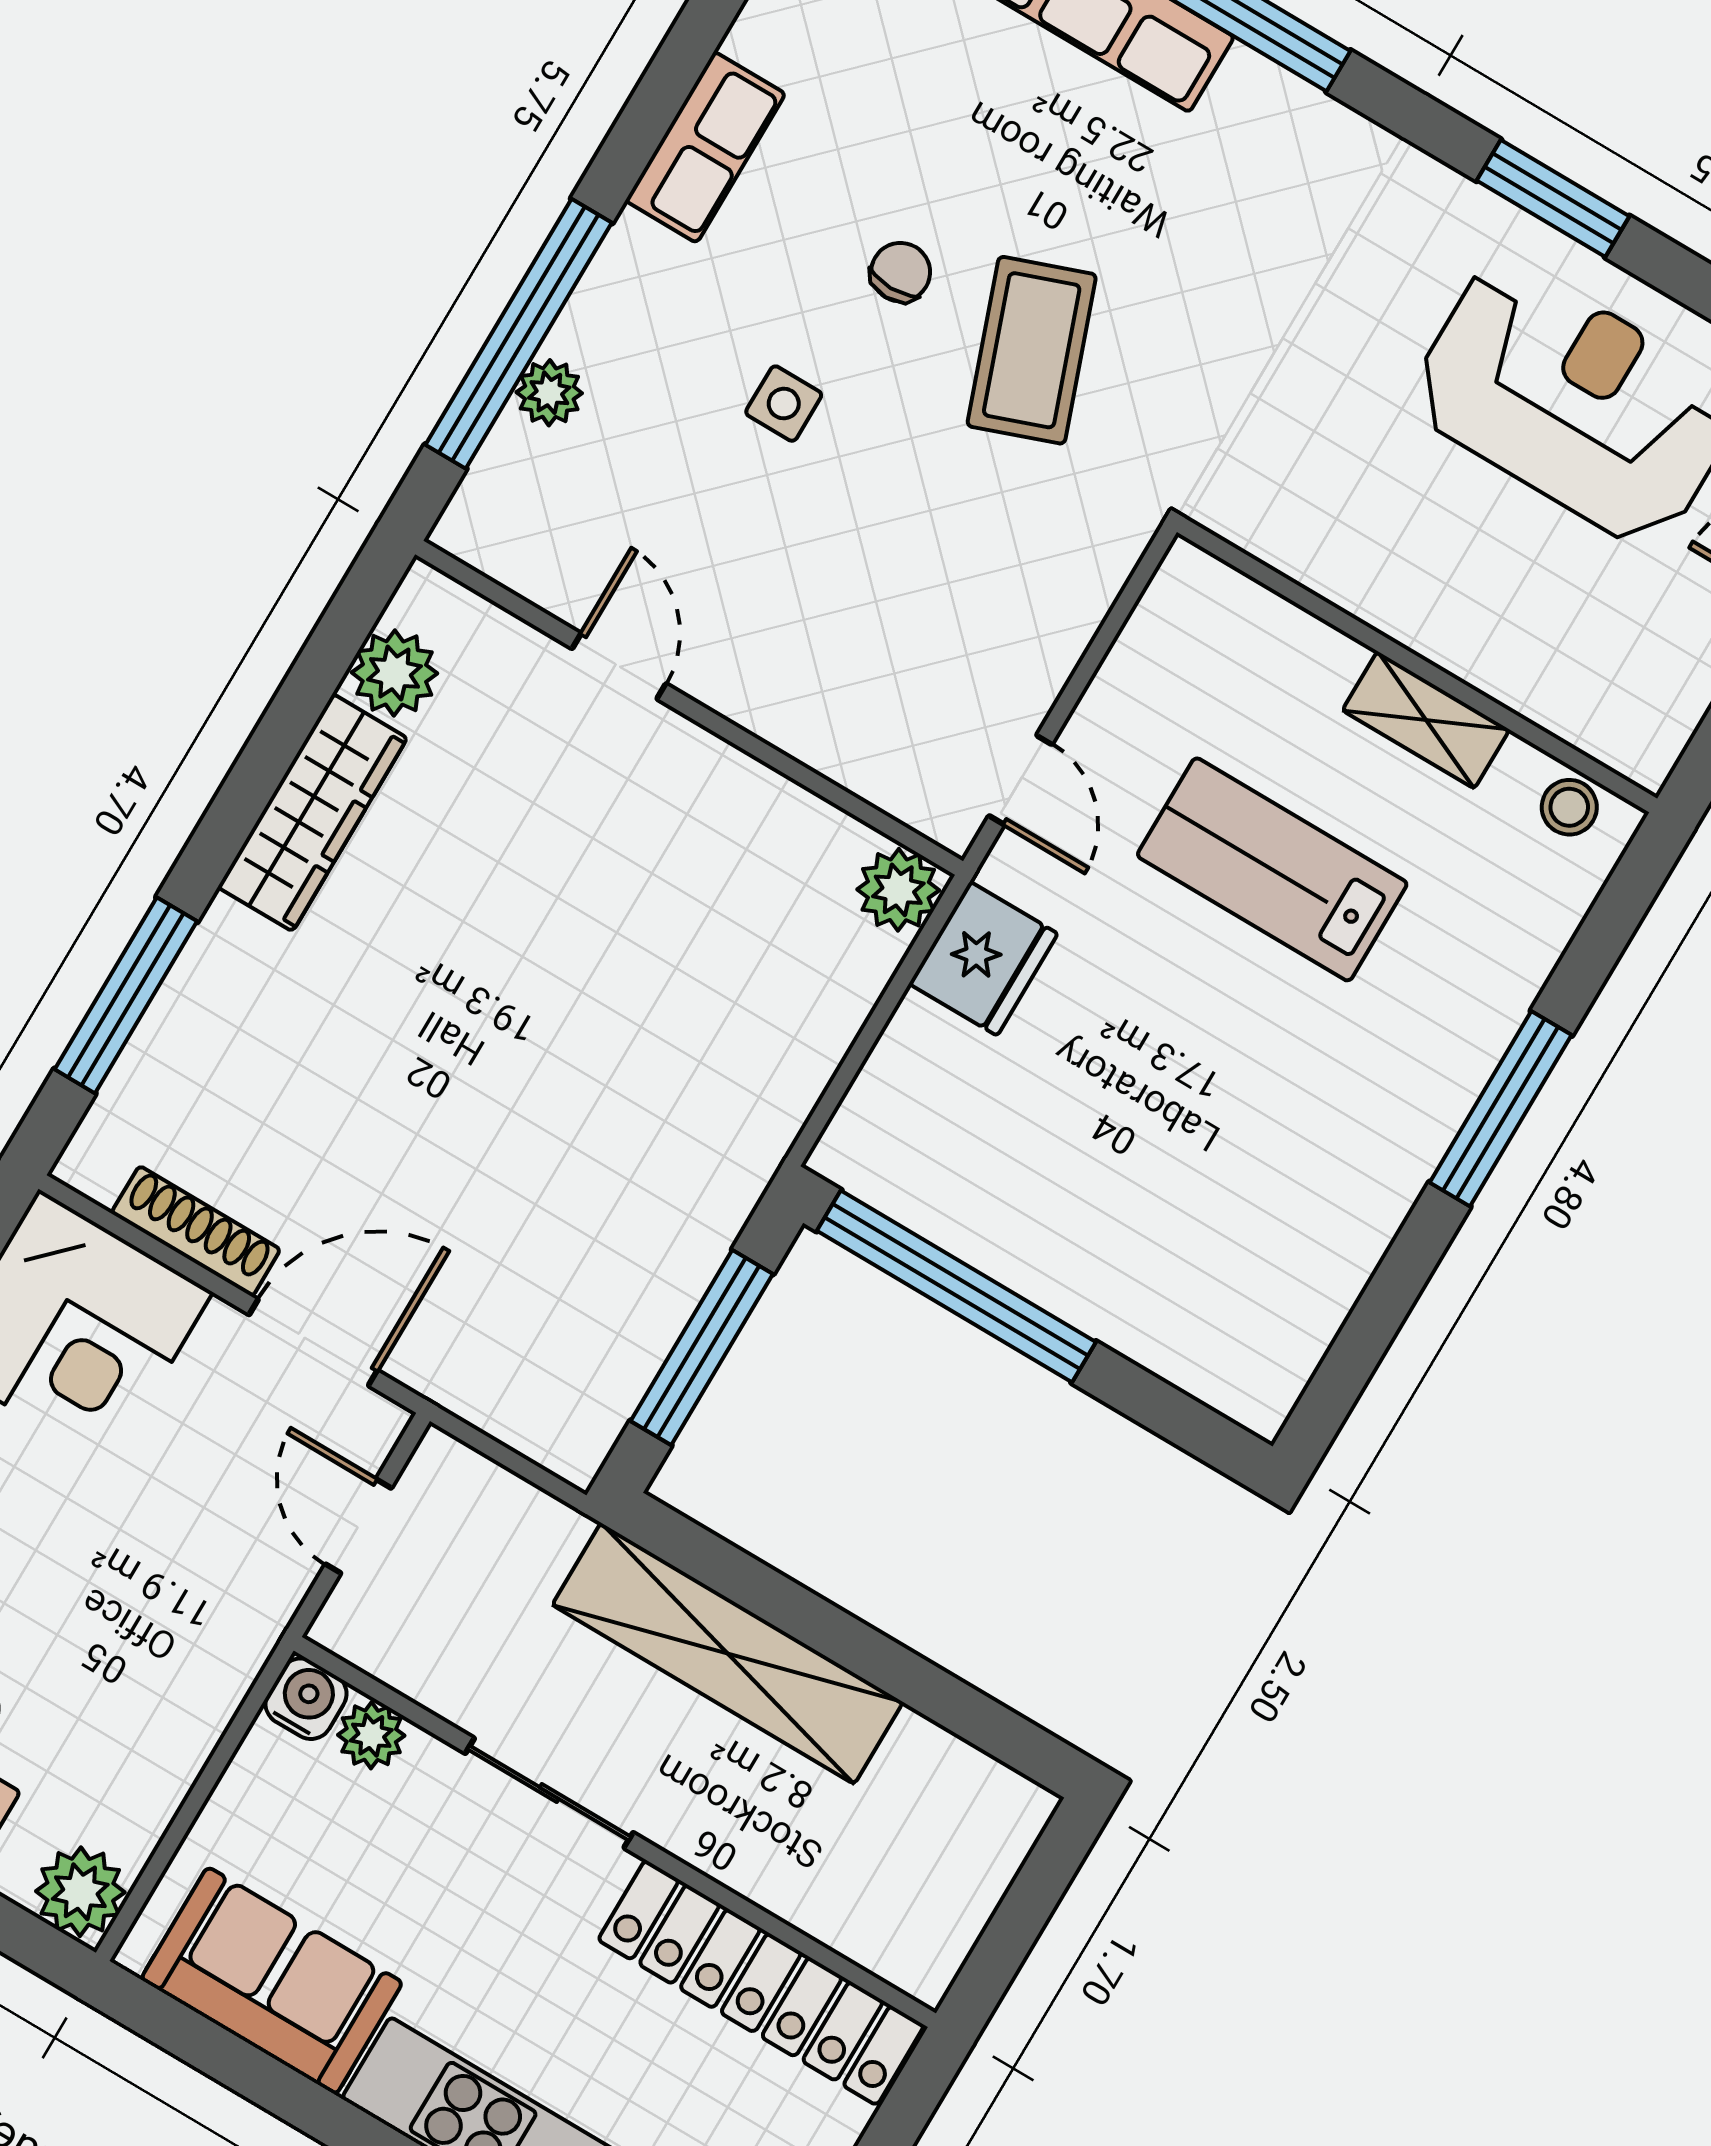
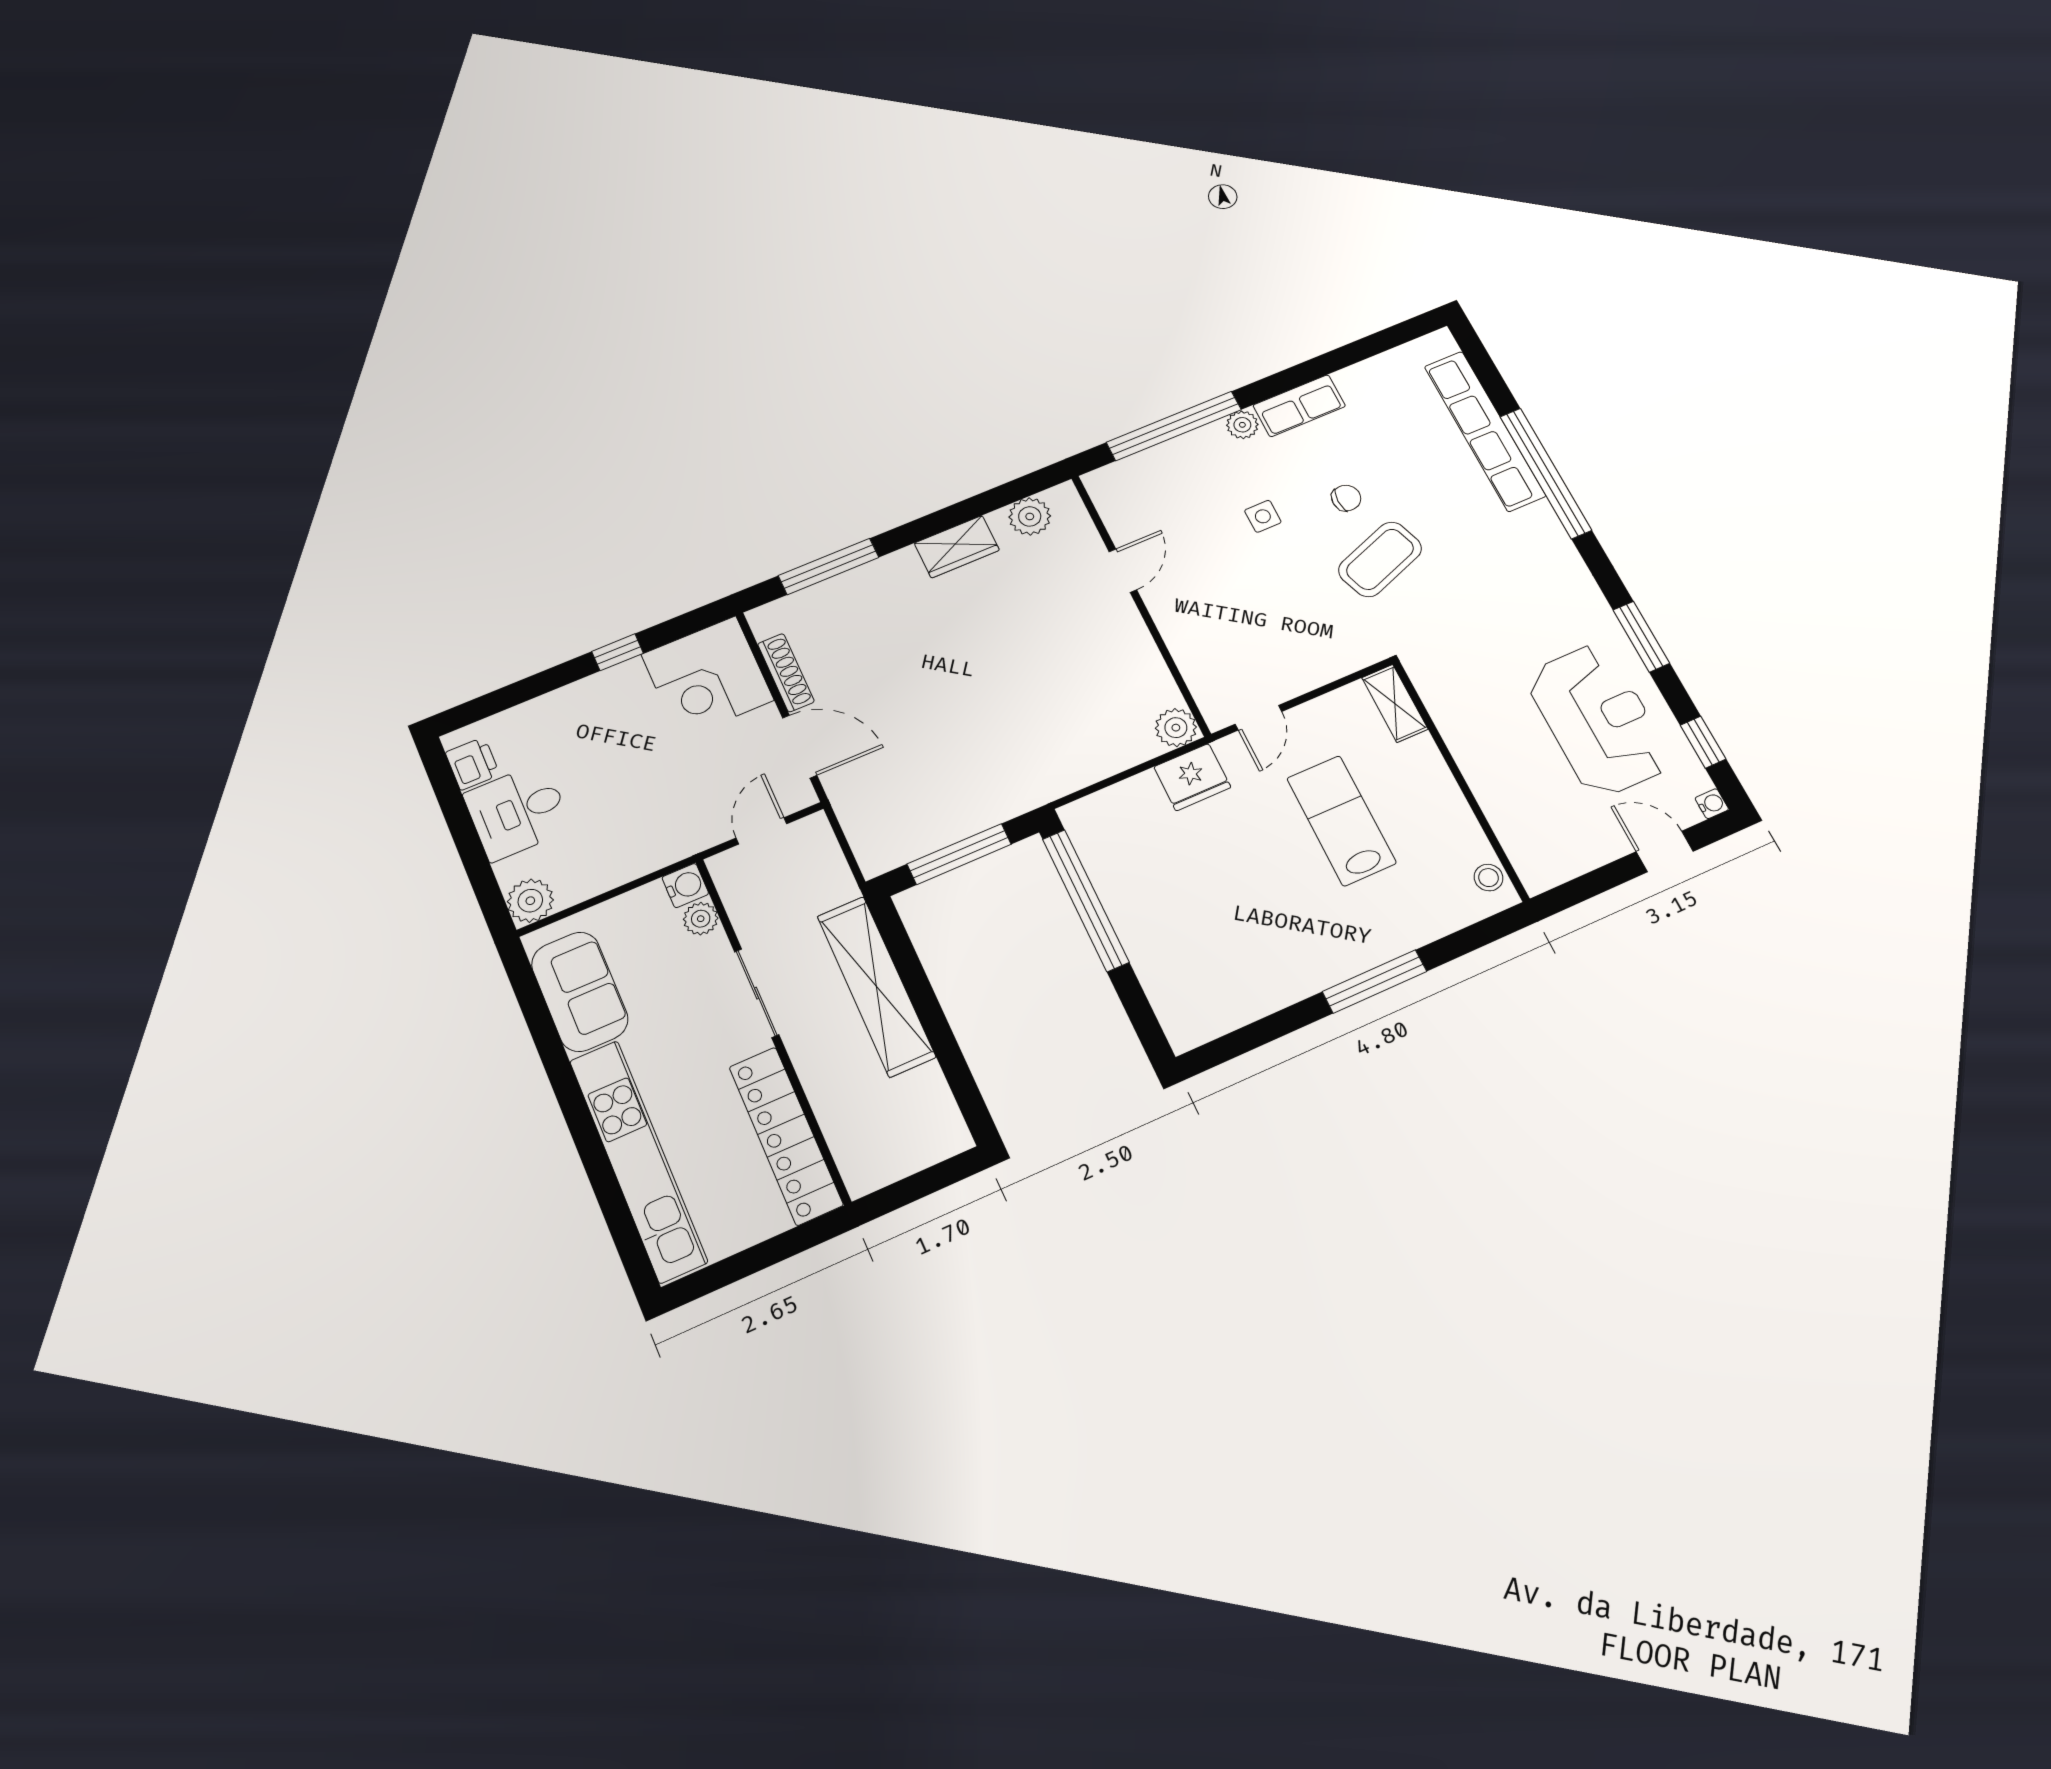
plant: (549, 393) -> (1242, 425), moved
shelving: (1426, 720) -> (1395, 703), moved
wardrobe: (312, 813) -> (957, 547), width x0.67

